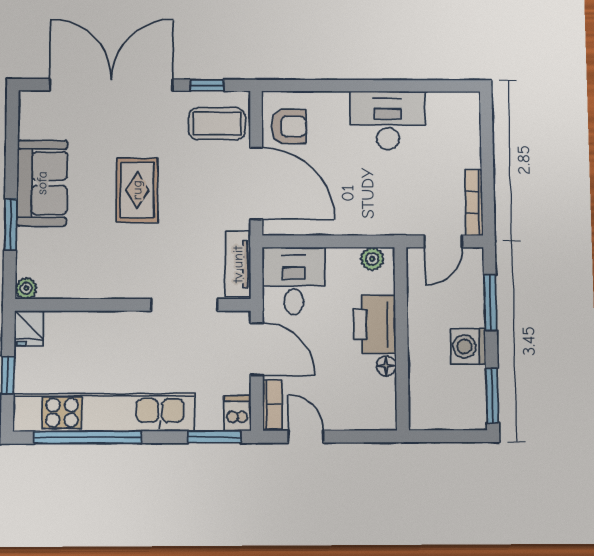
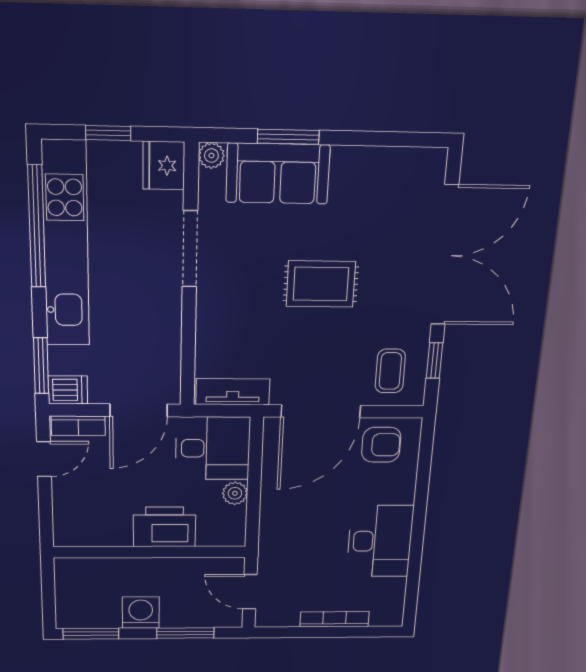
coffee table: (217, 124) -> (390, 371), width x0.73, depth x0.77
armchair: (289, 126) -> (381, 445), turned -90
sofa: (42, 183) -> (278, 174), moved
bookcase: (474, 202) -> (335, 619), moved
plant: (372, 259) -> (235, 493), moved
doorway: (184, 305) -> (190, 249), moved
fridge: (29, 328) -> (164, 166), width x1.38
floor lamp: (386, 366) -> (121, 537), removed

